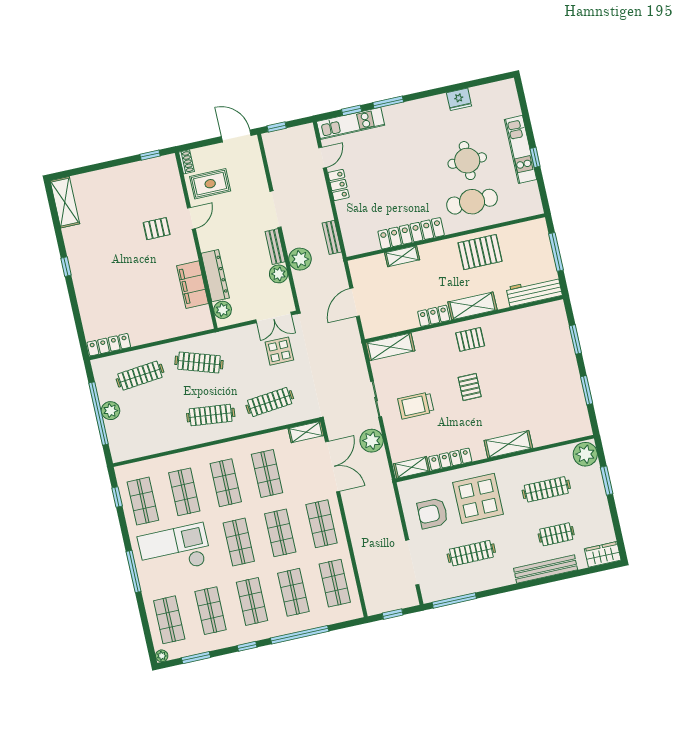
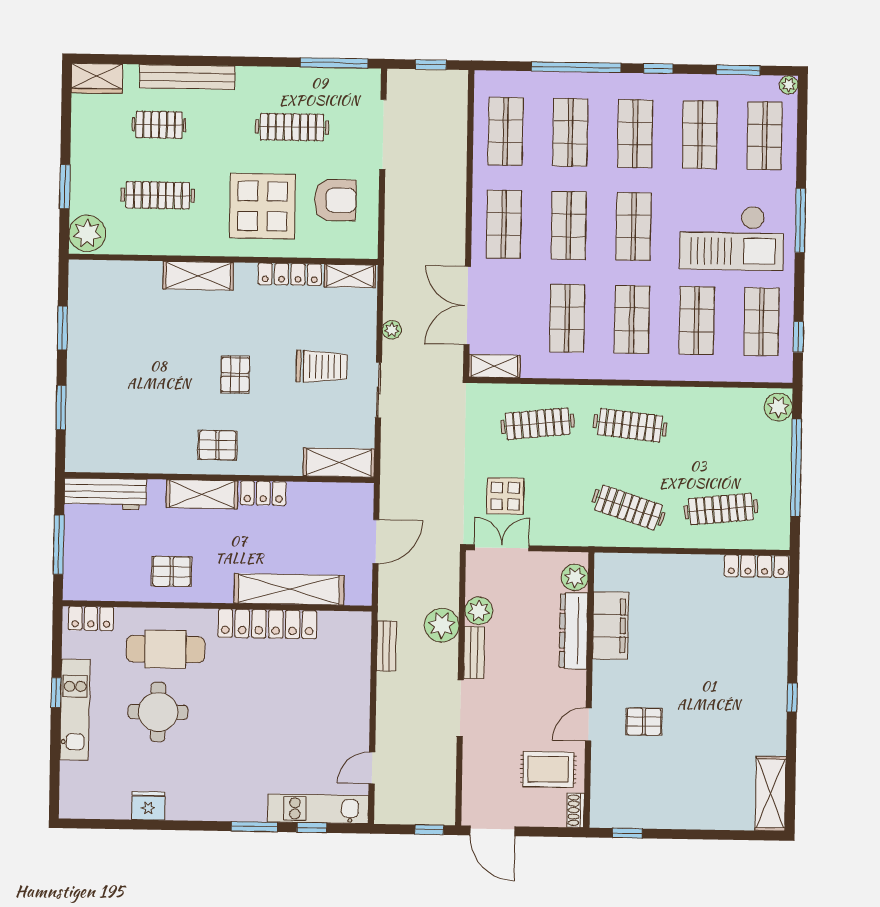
locker: (339, 185) -> (91, 618), moved, turned -90
pallet: (480, 252) -> (172, 571), width x0.67, depth x0.71
shelving: (402, 256) -> (289, 589), width x2.20, depth x1.33
plant: (110, 411) -> (778, 407), moved
plant: (372, 441) -> (392, 330), width x0.53, depth x0.53

